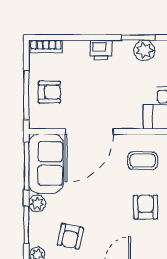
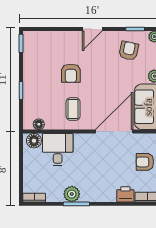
printer: (101, 50) -> (125, 194), moved
coffee table: (143, 161) -> (73, 109), turned 90

